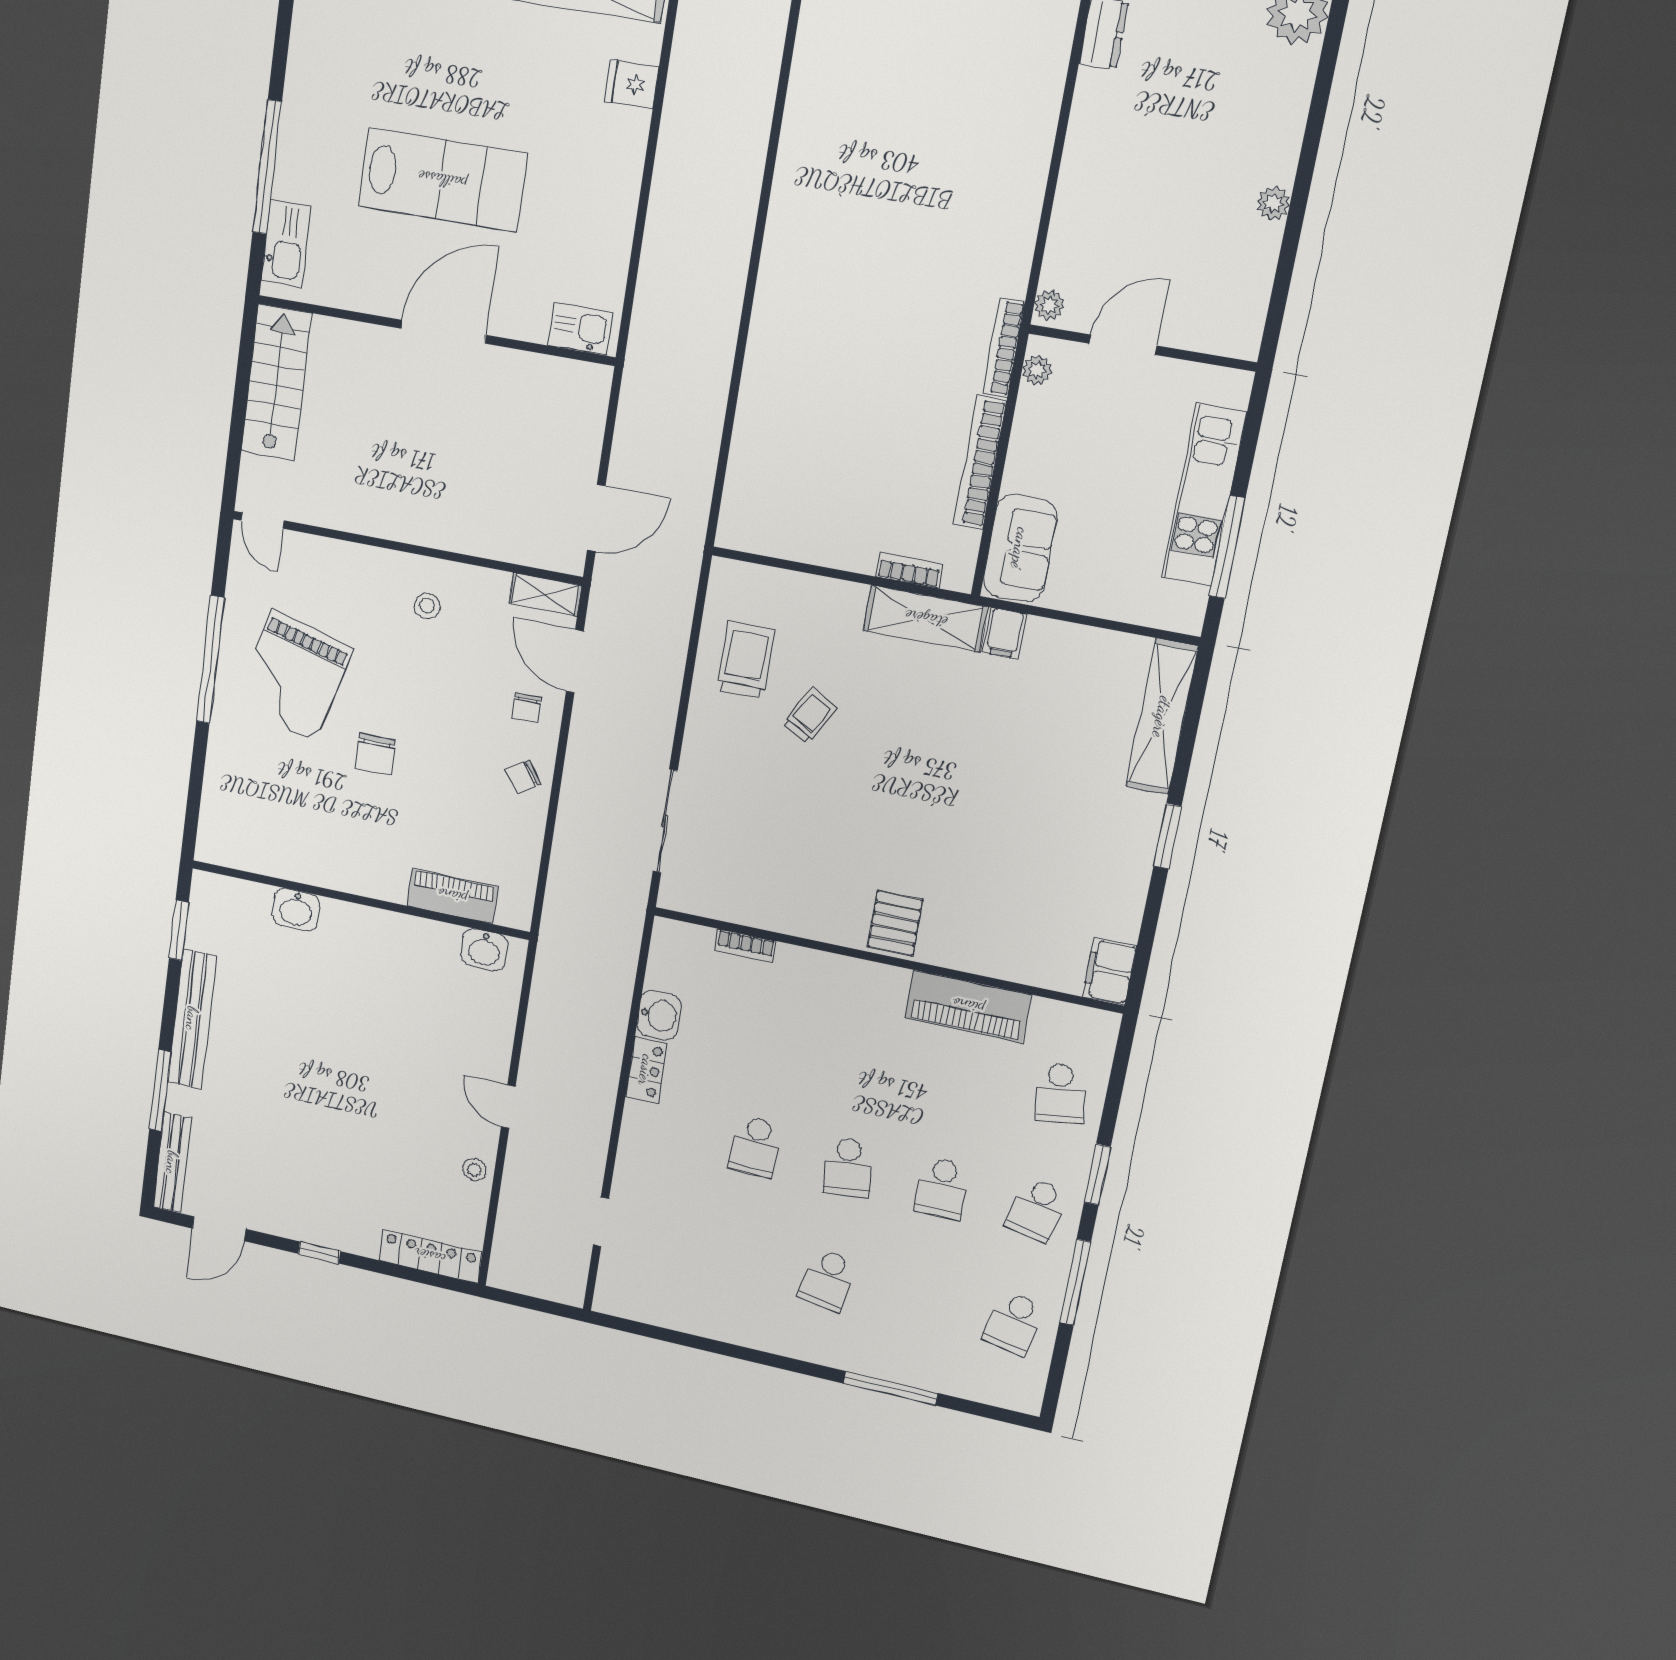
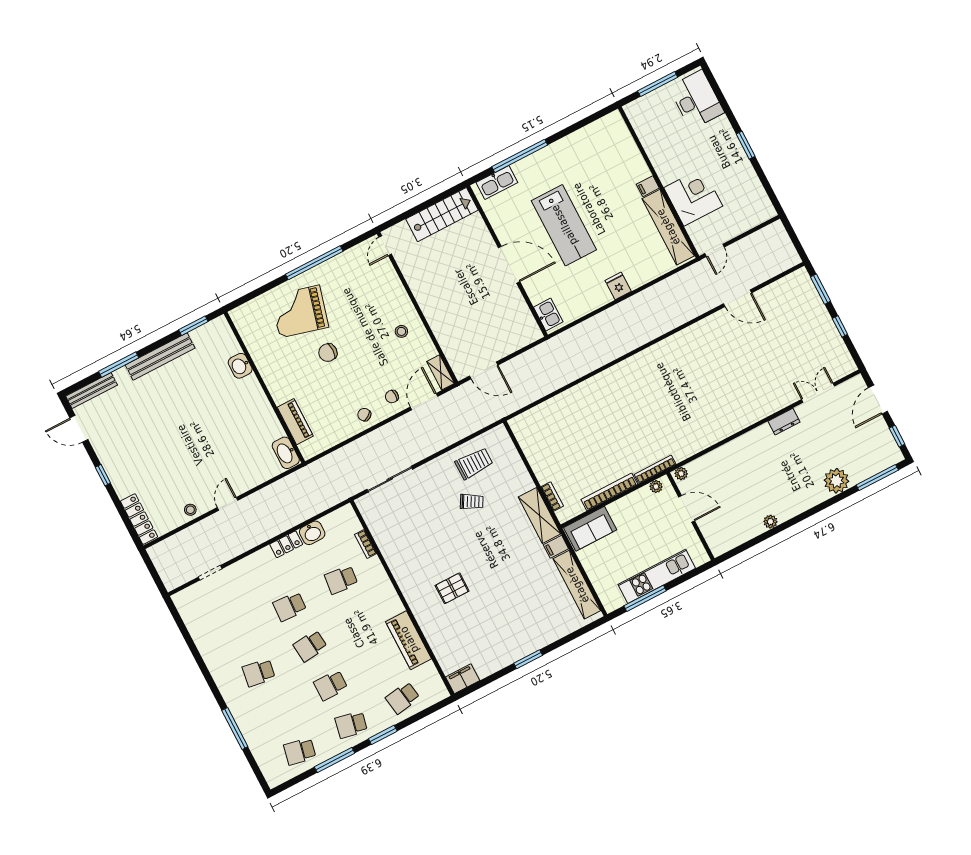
fridge: (632, 84) -> (618, 286), moved
grand piano: (293, 676) -> (300, 311), moved
shelving: (1162, 717) -> (577, 585), moved, turned 90
pallet: (895, 923) -> (452, 588), moved
washbasin: (484, 950) -> (286, 453), width x1.38
school desk: (775, 1032) -> (341, 580), added

